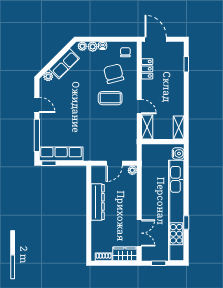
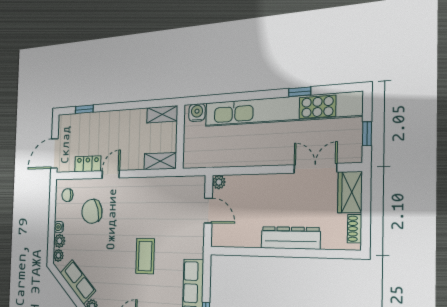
coffee table: (110, 98) -> (145, 256), moved
door: (139, 107) -> (111, 174), moved
dresser: (98, 202) -> (290, 238), moved

